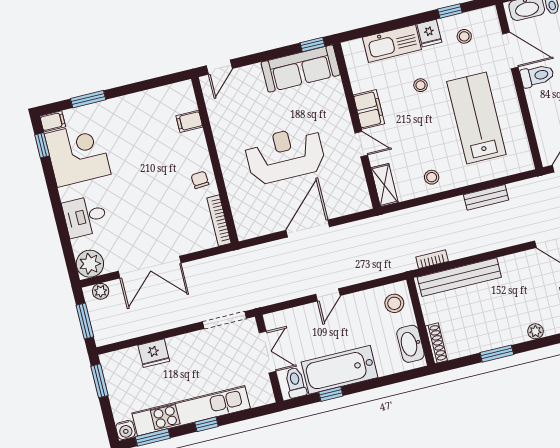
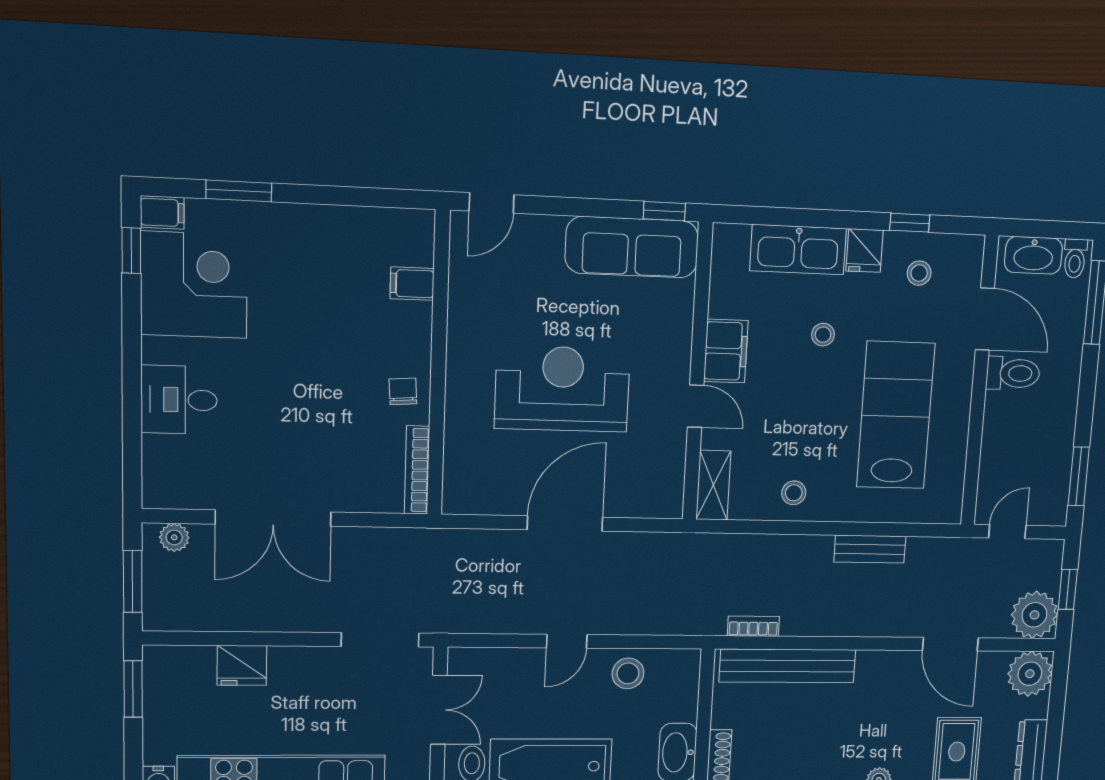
plant: (90, 264) -> (167, 485), removed
stool: (394, 303) -> (628, 673), moved

